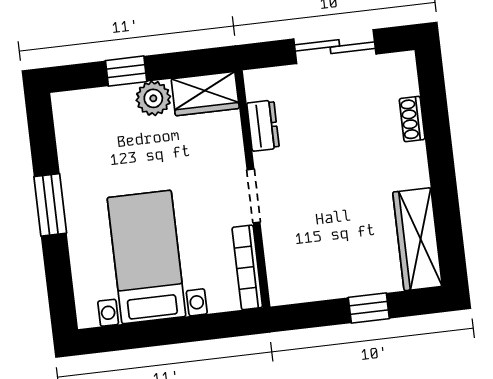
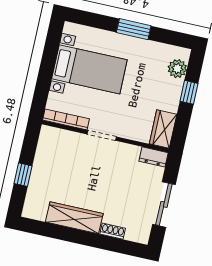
plant: (153, 98) -> (177, 69), moved
dresser: (263, 126) -> (153, 157), moved
wardrobe: (417, 239) -> (74, 218), moved

